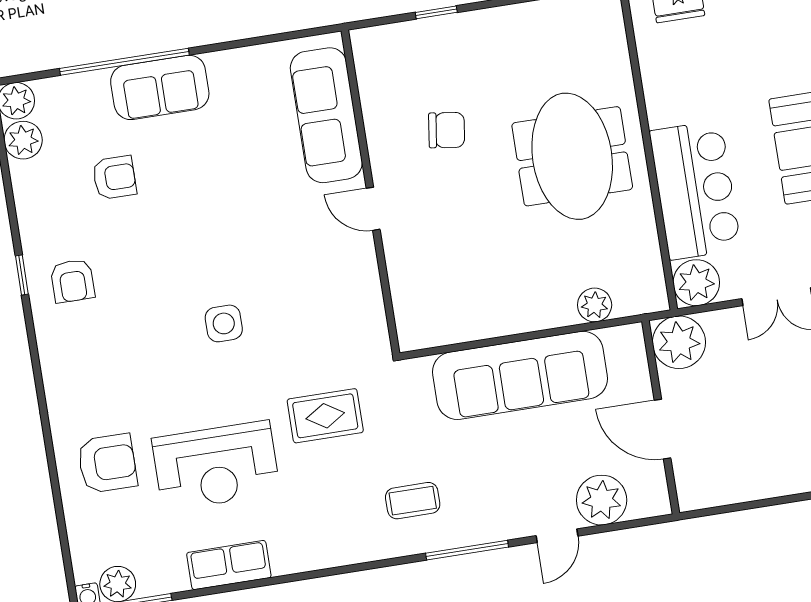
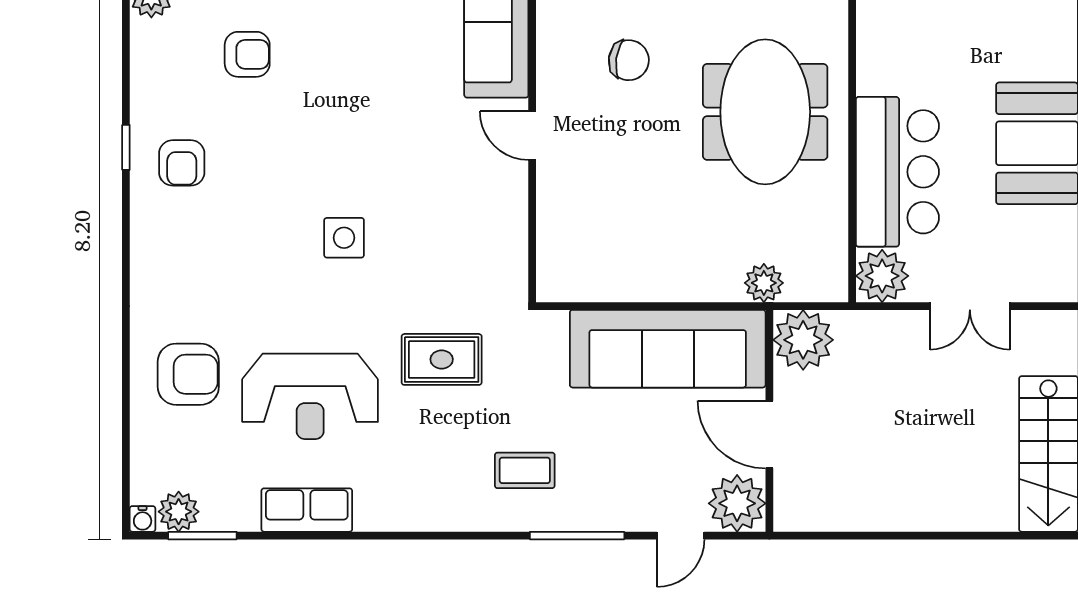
plant: (679, 342) -> (803, 340), moved
wall: (661, 417) -> (769, 421), moved
door: (663, 429) -> (769, 434), moved

